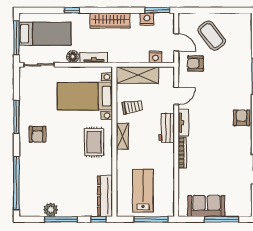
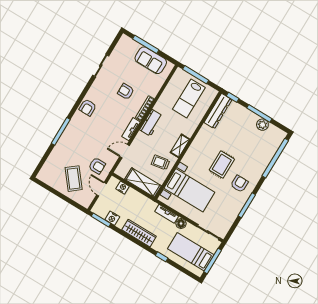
workbench: (167, 128) -> (151, 123), moved
rug: (94, 142) -> (222, 165), moved
armchair: (212, 158) -> (126, 92), added

